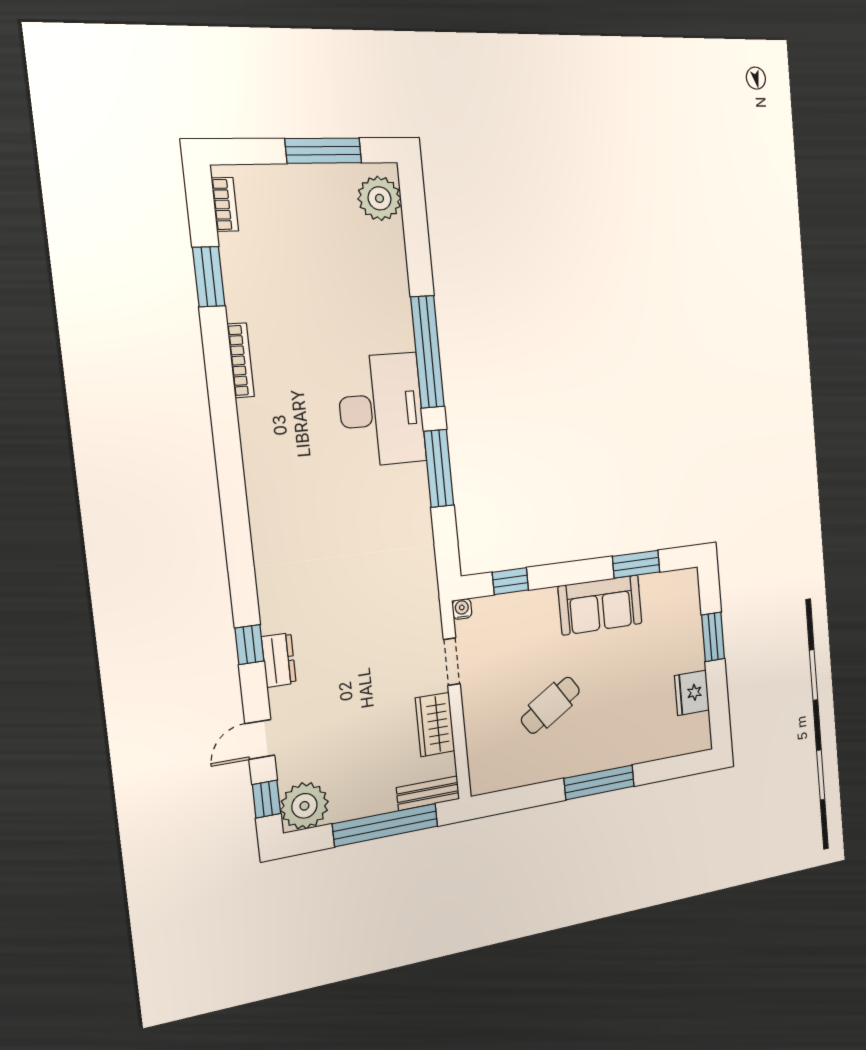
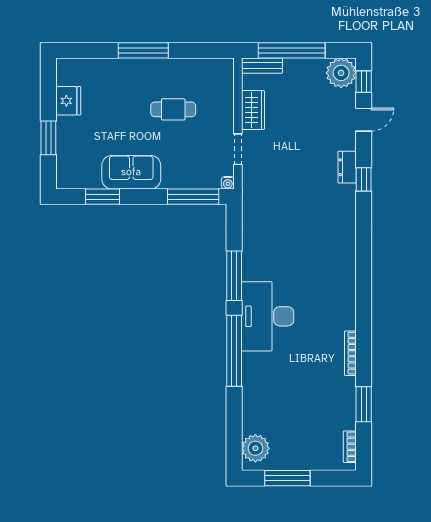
window: (510, 581) -> (193, 197), width x2.17
cafe table: (550, 705) -> (173, 109), turned 33

